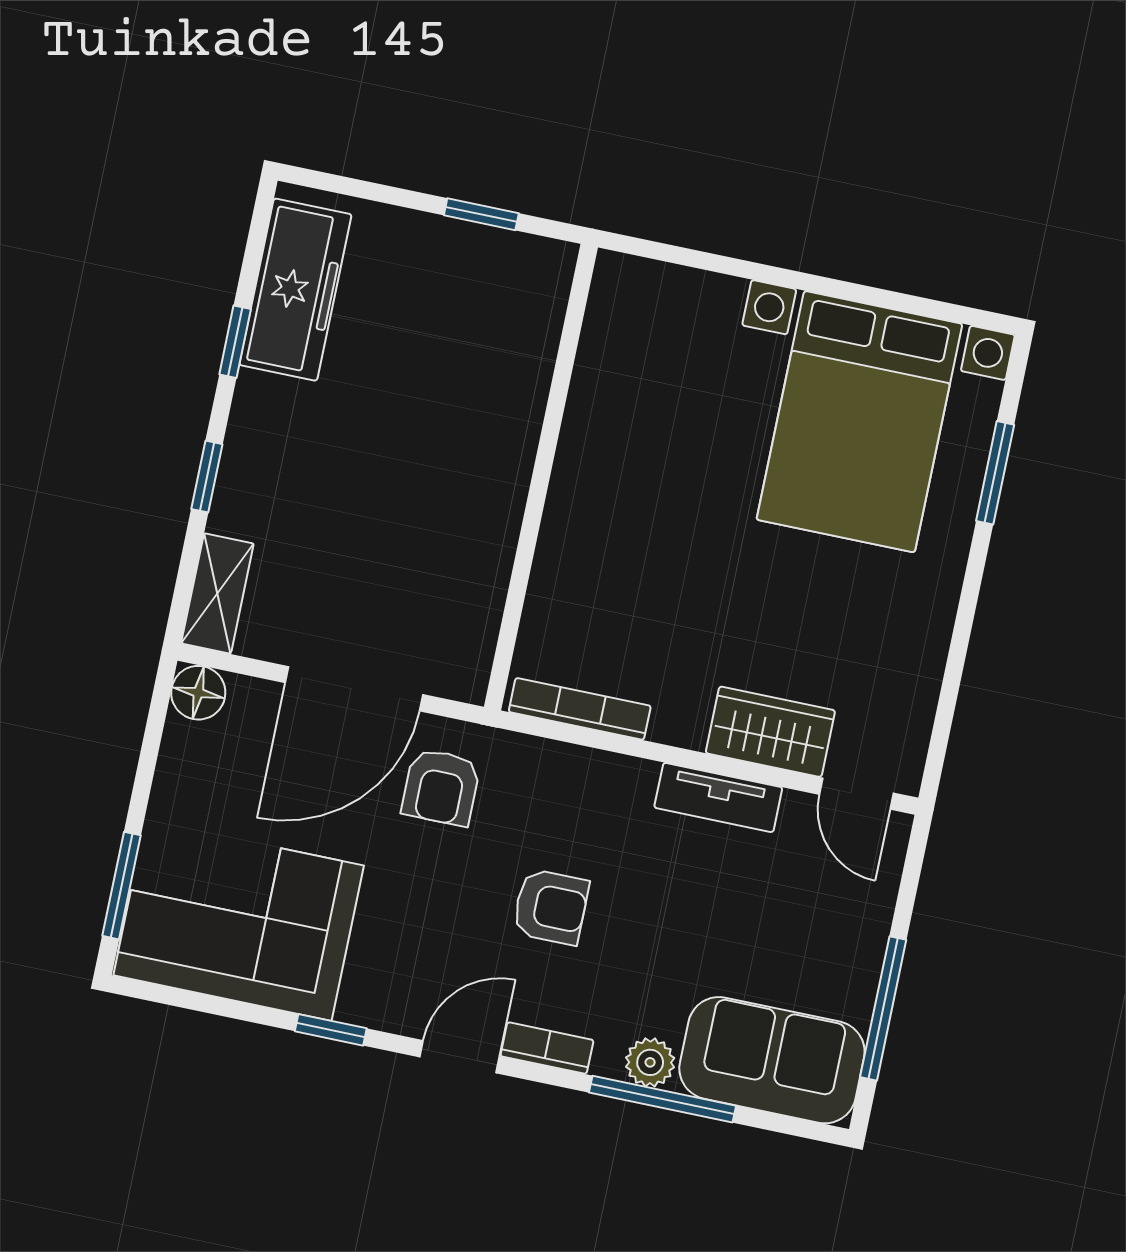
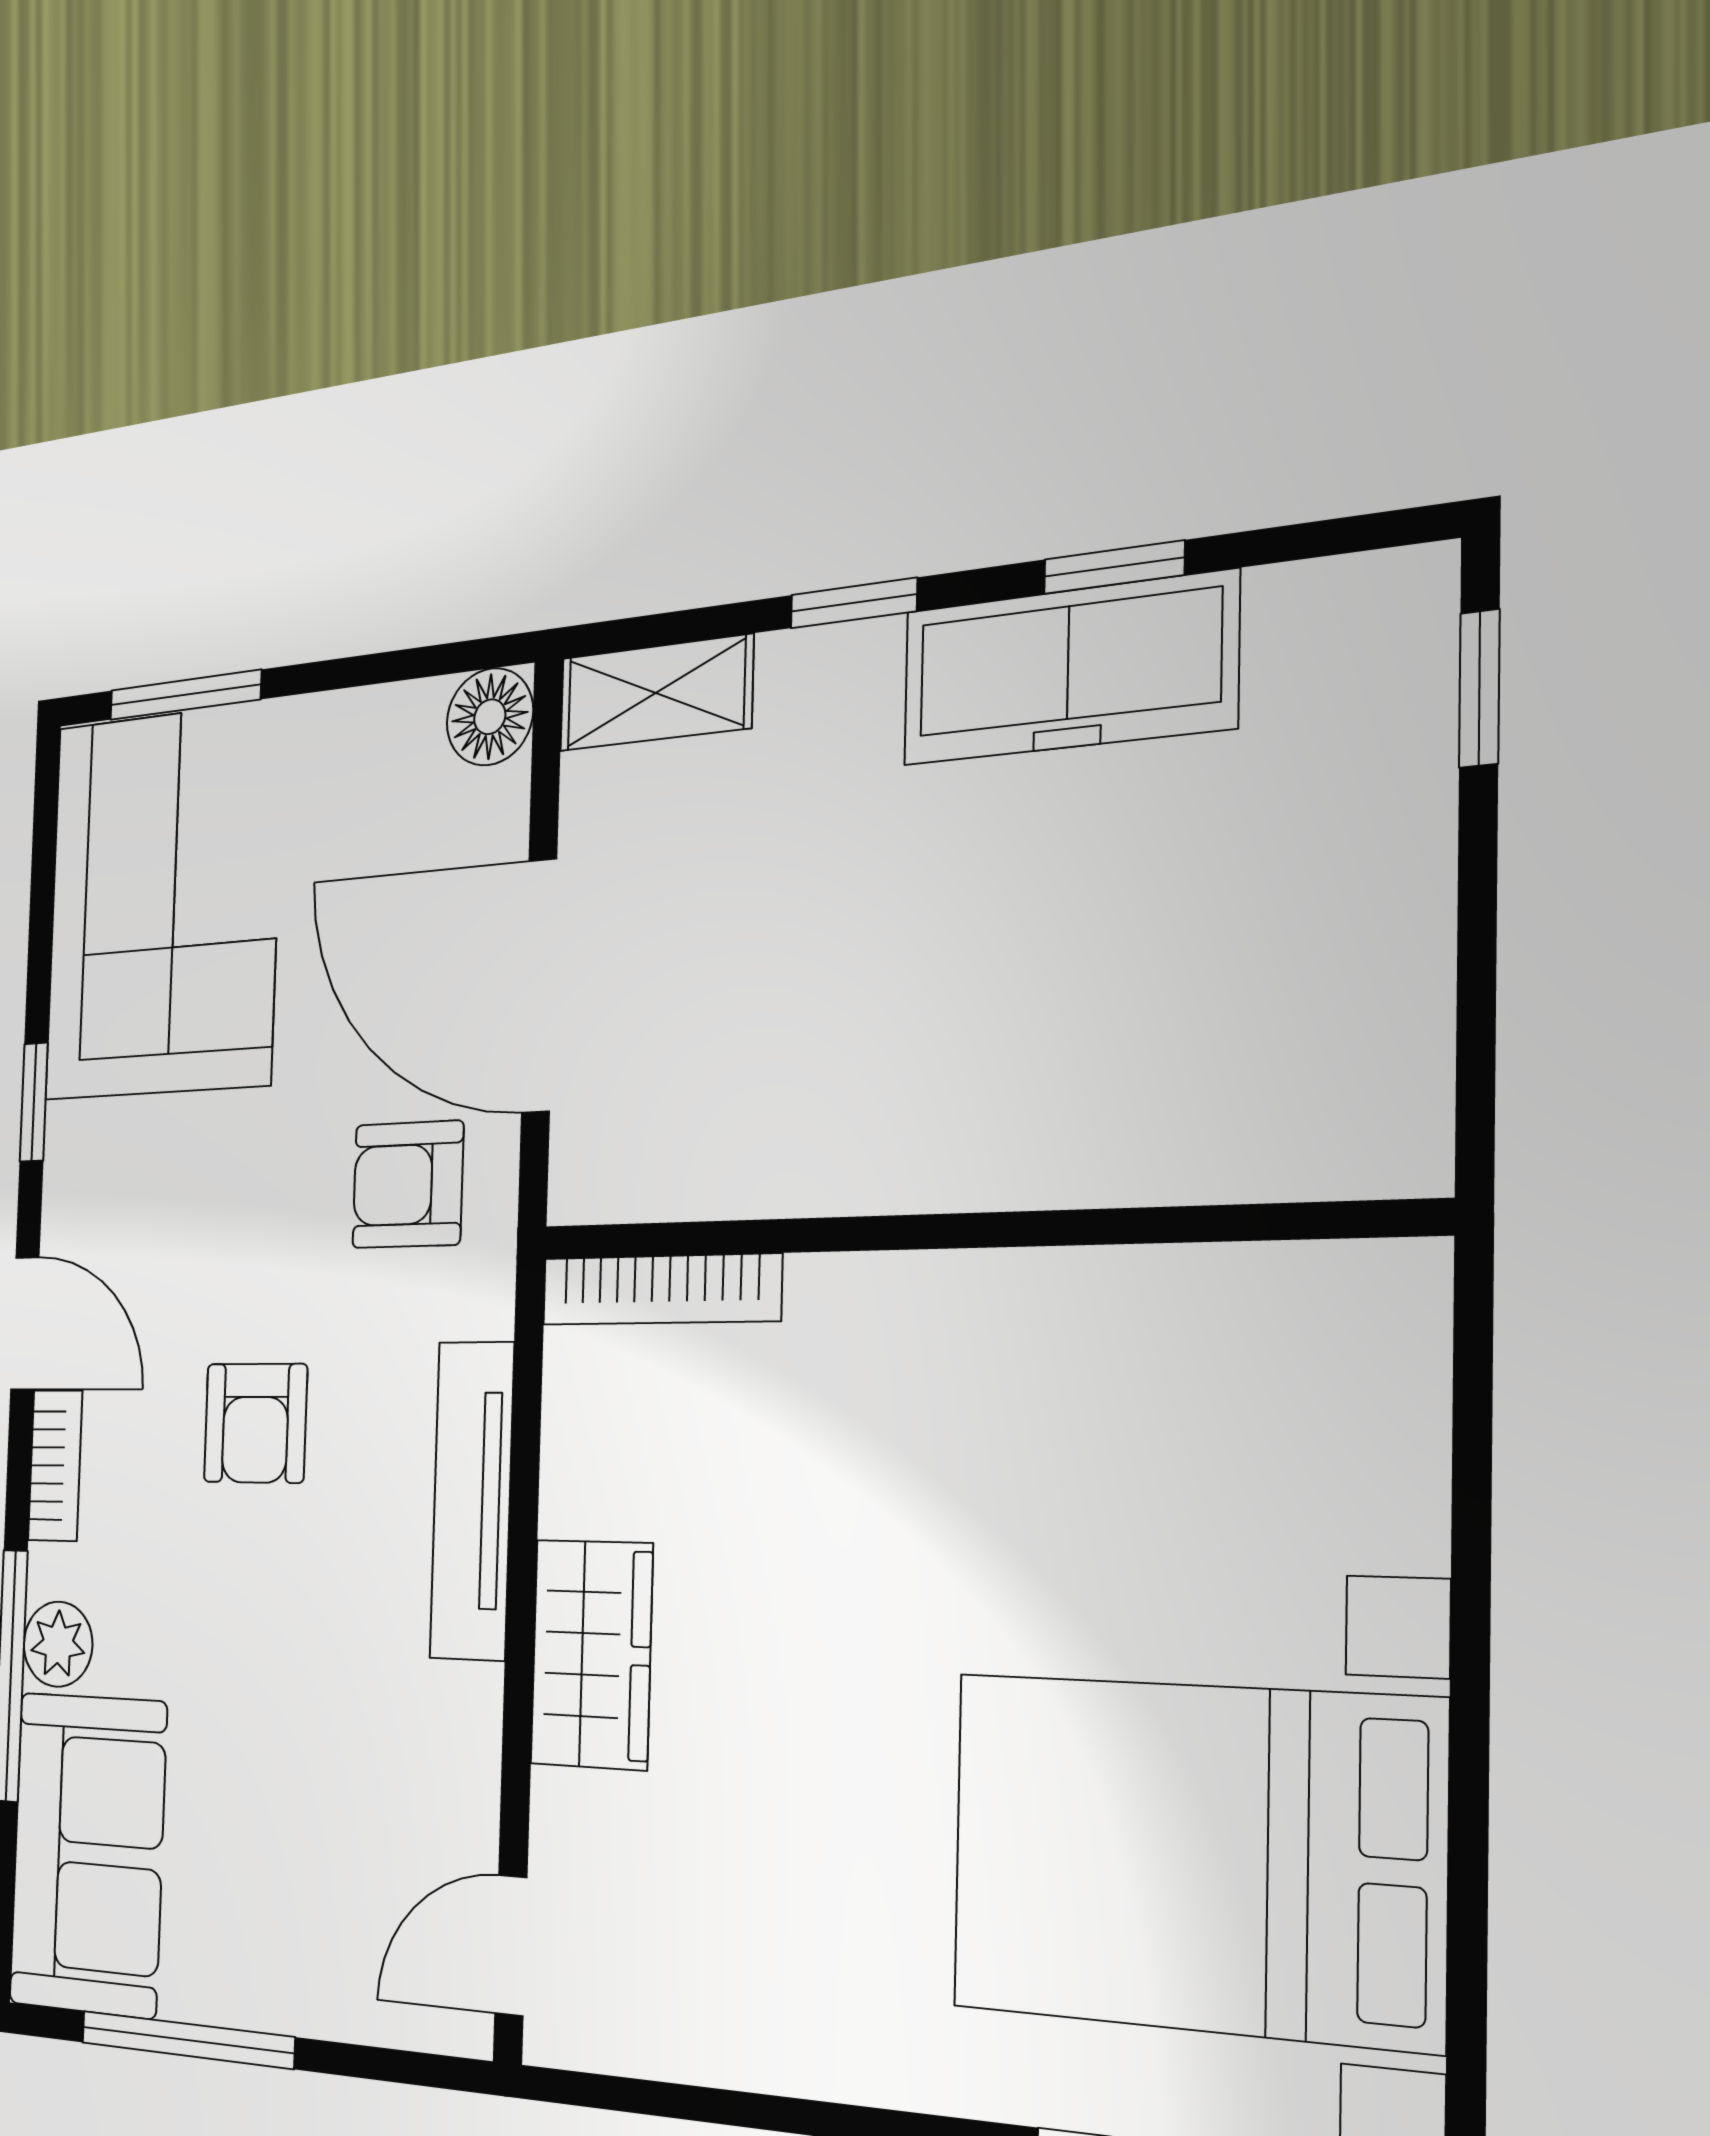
window: (481, 214) -> (1479, 688), moved
freezer: (295, 290) -> (1068, 669), moved
bookcase: (580, 709) -> (661, 1290), moved, turned 90
wardrobe: (770, 732) -> (591, 1654), moved
tv unit: (718, 797) -> (472, 1500), moved, width x1.41

